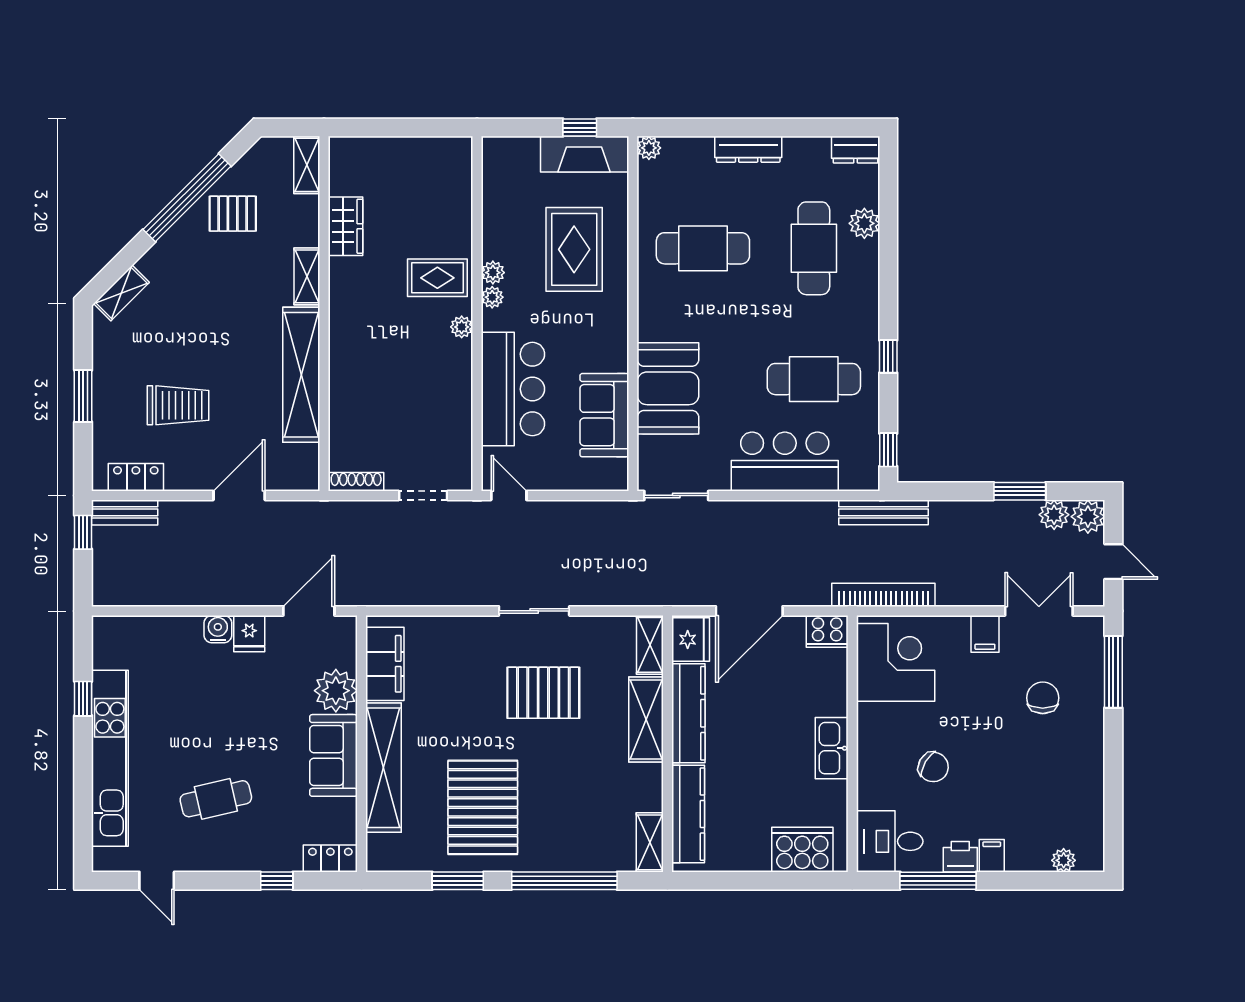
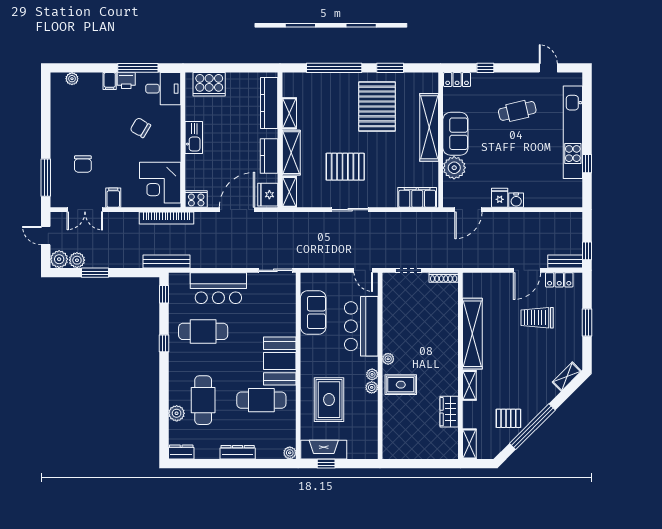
booth: (668, 388) -> (280, 361), moved
door: (239, 495) -> (527, 270), moved
filing cabinet: (385, 664) -> (417, 197), moved, turned 90
kitchen counter: (688, 713) -> (269, 156), width x0.67
shelving: (650, 842) -> (289, 113), moved

